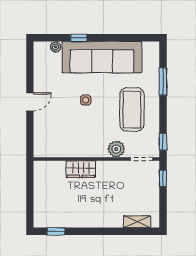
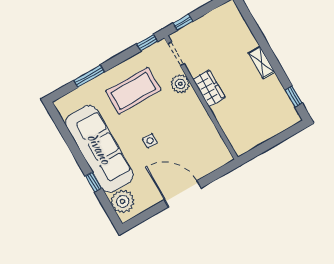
plant: (56, 47) -> (123, 201), width x1.87, depth x1.87
door: (30, 102) -> (183, 194), width x1.87
wardrobe: (81, 169) -> (209, 88), moved
shelving: (137, 222) -> (262, 62), moved

